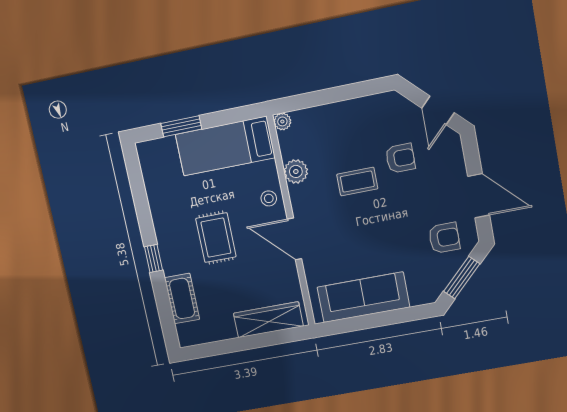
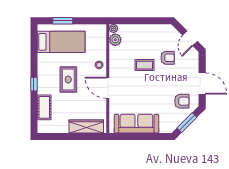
bed: (225, 146) -> (61, 42), moved, turned 180
plant: (296, 171) -> (115, 40), moved

